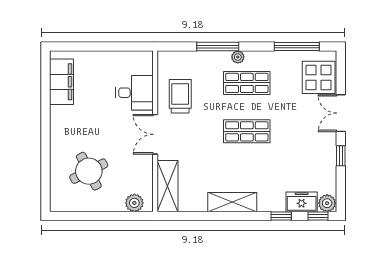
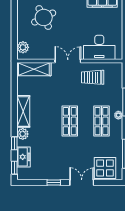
desk: (134, 93) -> (99, 47), width x1.37
trolley: (180, 96) -> (93, 77), turned 180
plant: (327, 203) -> (23, 134), moved

